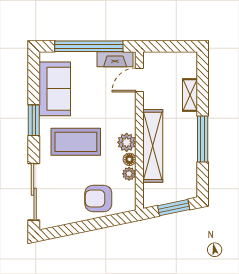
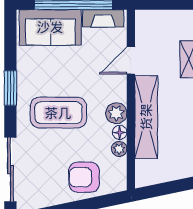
door: (139, 80) -> (131, 61), moved
sofa: (55, 89) -> (50, 27), moved, turned 90
window: (174, 208) -> (170, 188), removed

